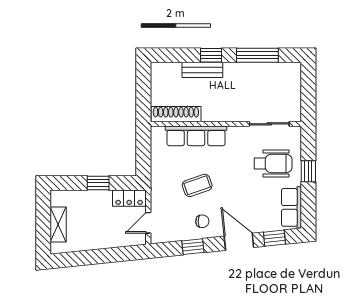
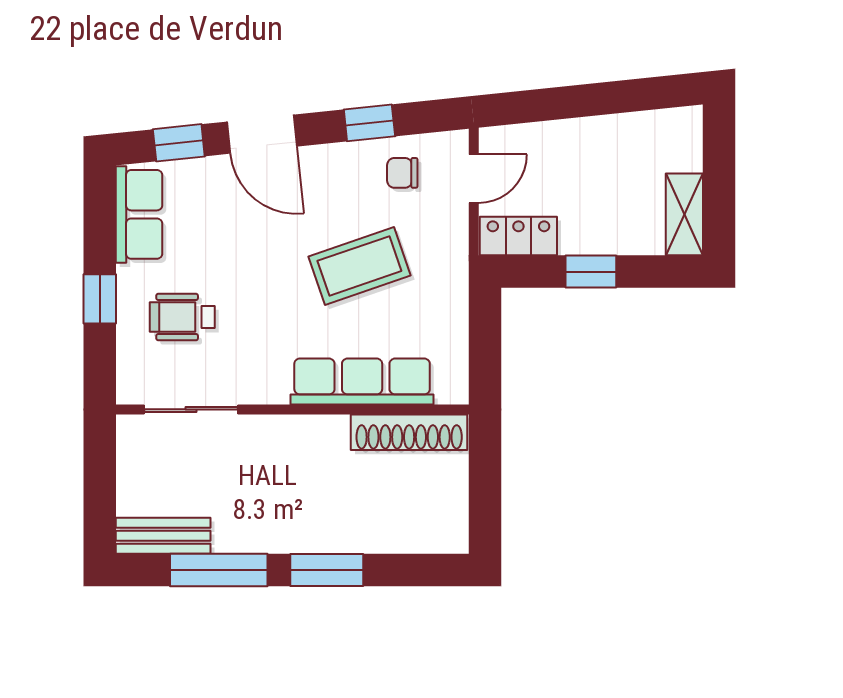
window: (211, 55) -> (327, 570), width x1.50
bench: (202, 70) -> (163, 536), moved
wheelchair: (273, 163) -> (182, 317), width x0.73, depth x0.73
coffee table: (197, 185) -> (359, 266), width x1.36, depth x1.30
chair: (202, 221) -> (402, 173), moved
shelving: (58, 224) -> (684, 214), moved

